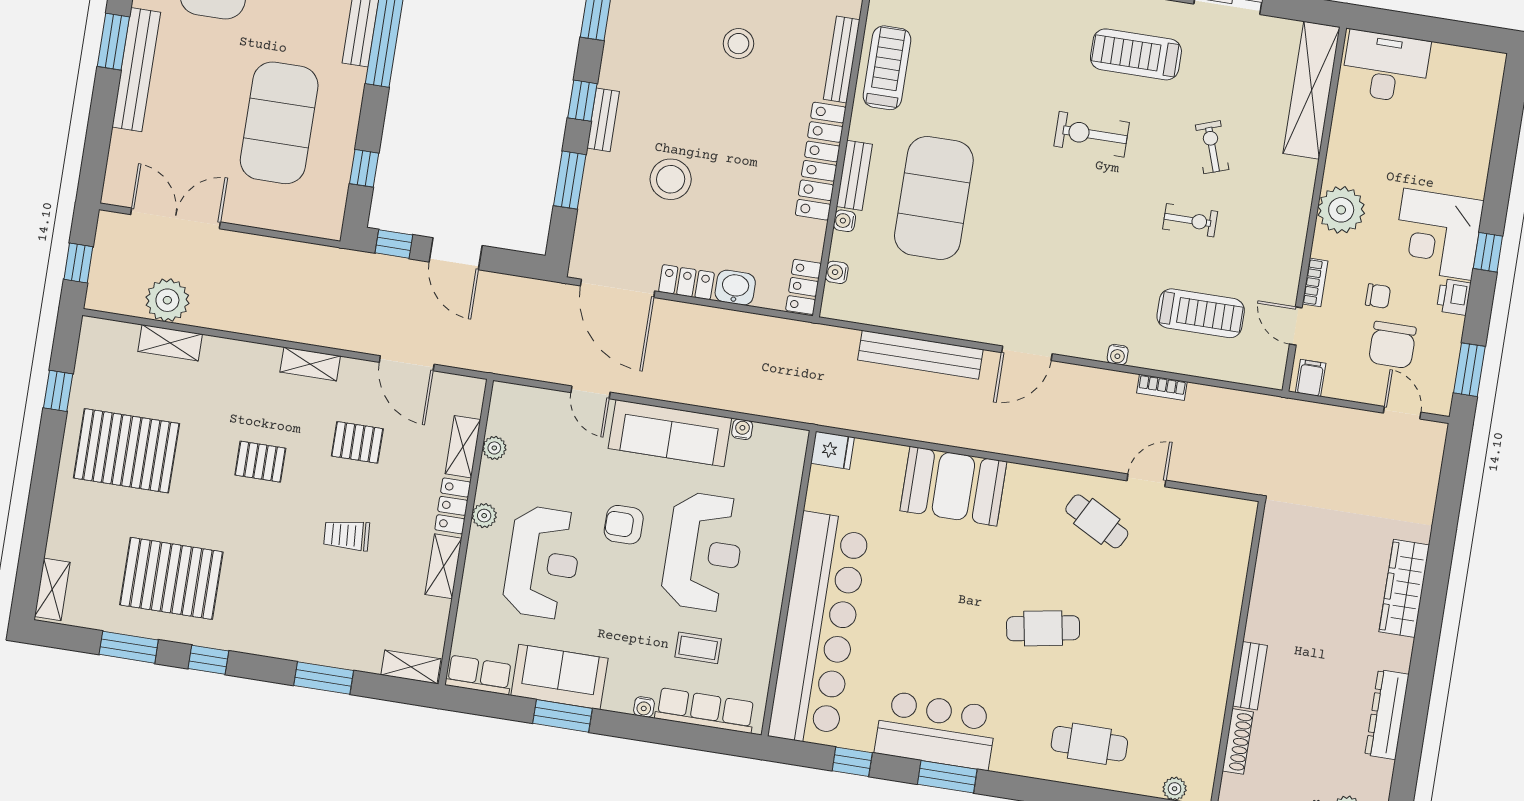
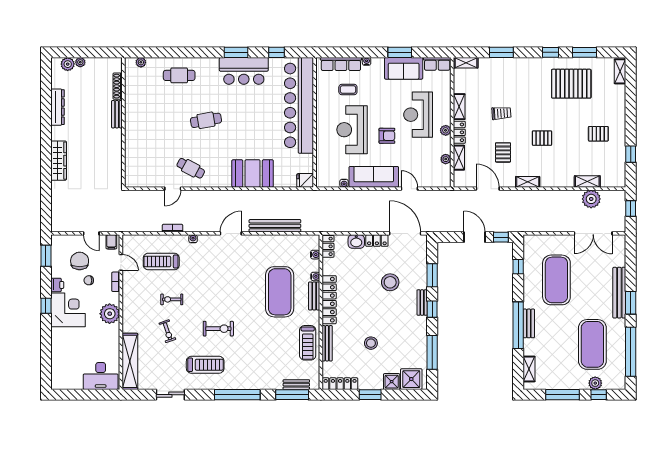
door: (1402, 413) -> (91, 233), moved
pallet: (357, 442) -> (503, 152), turned 90
pallet: (126, 451) -> (598, 134), width x0.49, depth x0.50

